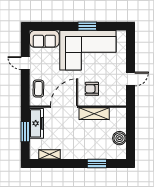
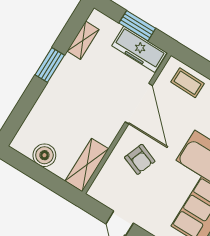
armchair: (92, 89) -> (140, 159), turned 111
shelving: (94, 114) -> (87, 165), moved
window: (97, 164) -> (50, 65), moved

